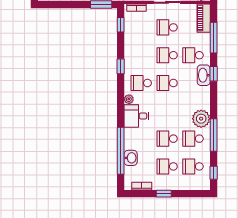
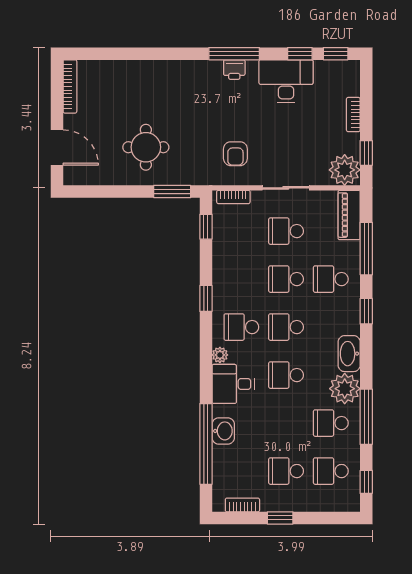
washbasin: (204, 75) -> (349, 354), moved
school desk: (167, 139) -> (286, 375), moved
washbasin: (131, 158) -> (223, 431), moved

